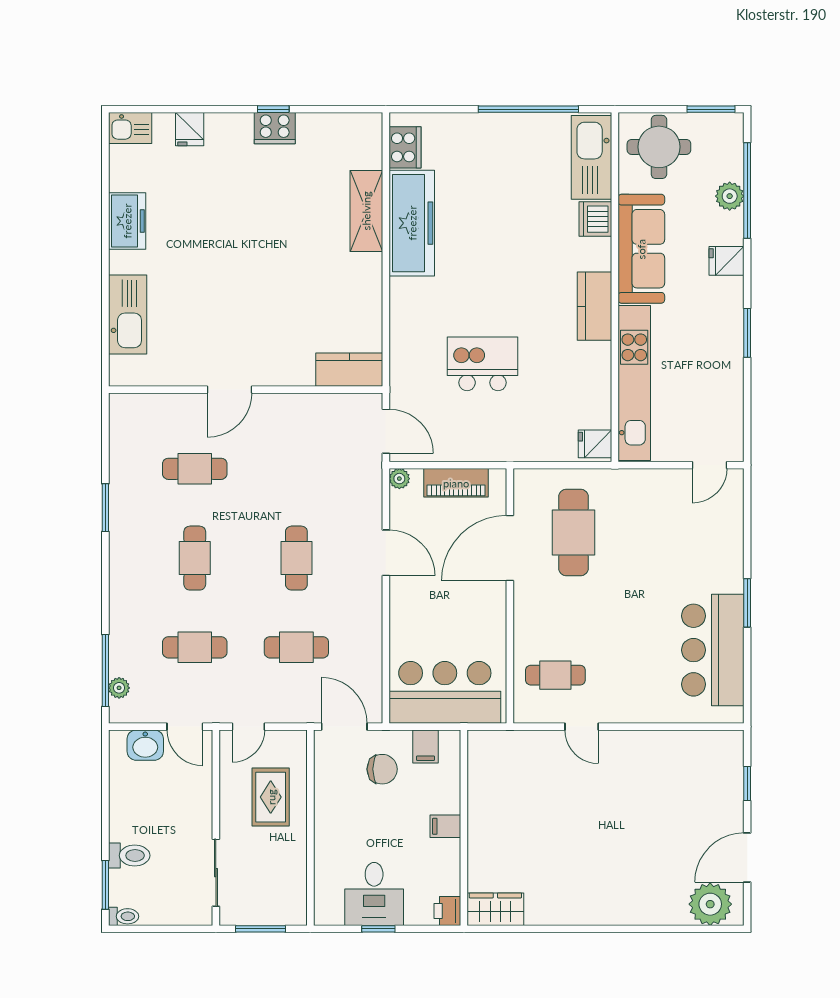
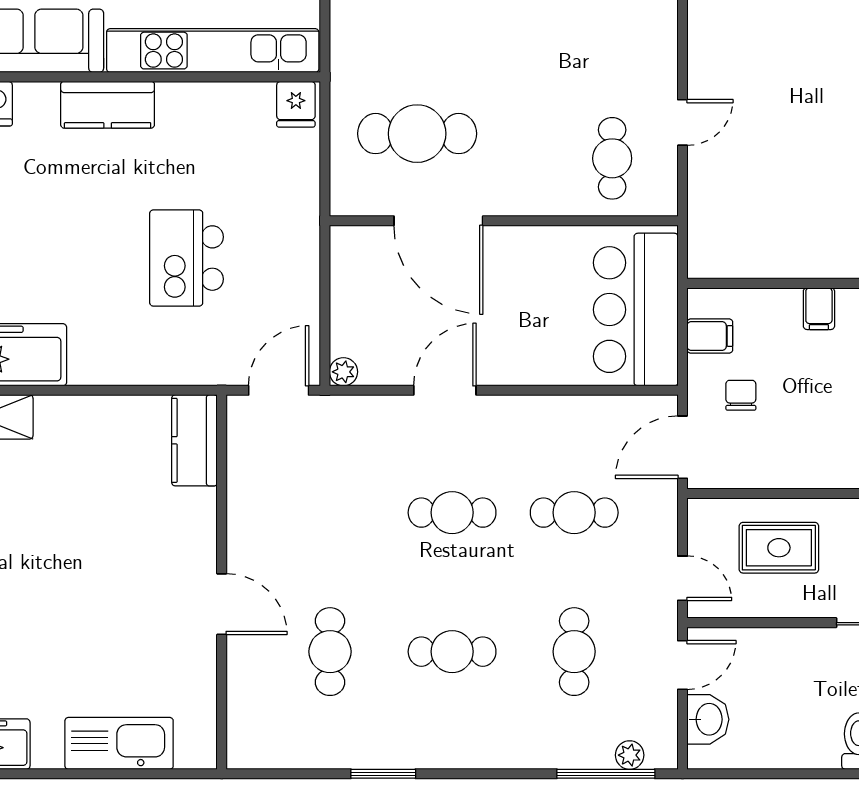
piano: (456, 483) -> (349, 294), removed
cafe table: (296, 647) -> (574, 513), turned 90
chair: (382, 769) -> (741, 395), width x0.73, depth x0.73

